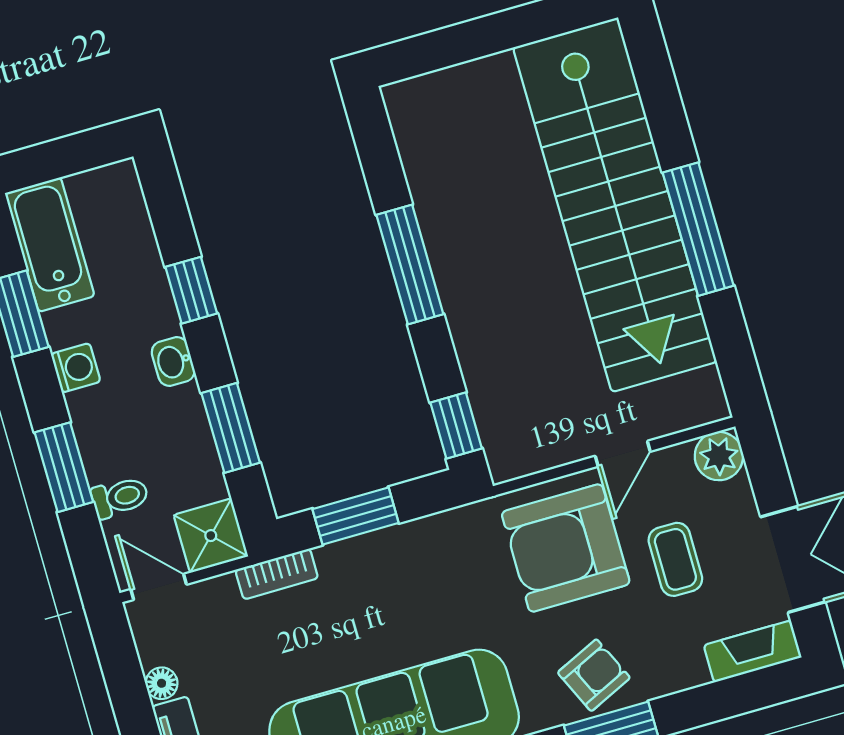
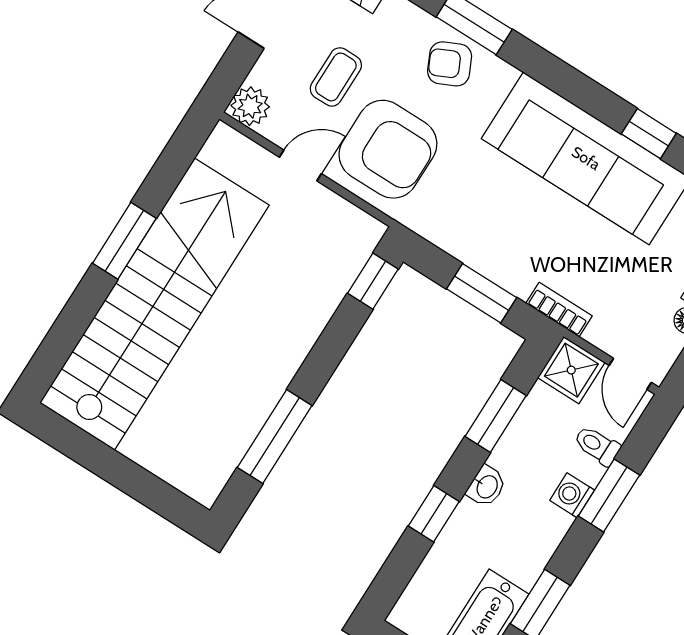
window: (698, 229) -> (124, 241), width x0.69
window: (410, 265) -> (275, 437), moved
washing machine: (76, 368) -> (572, 495), moved

